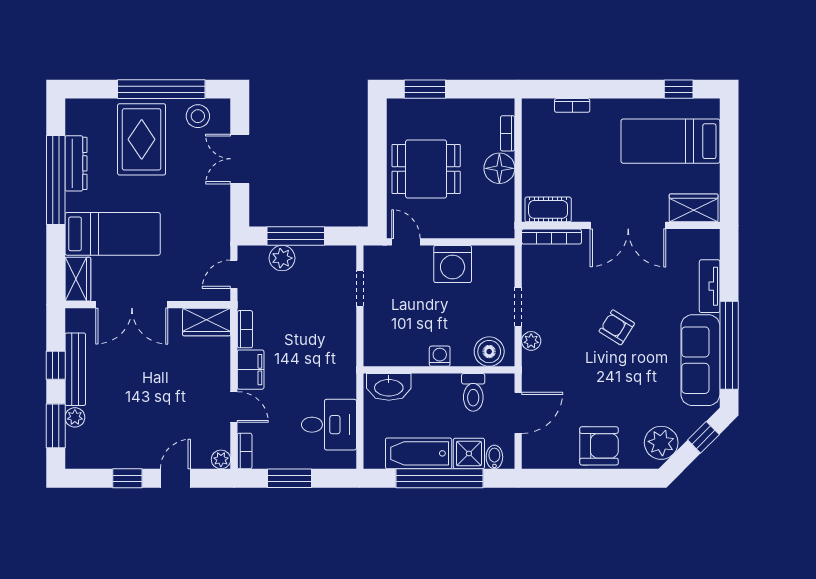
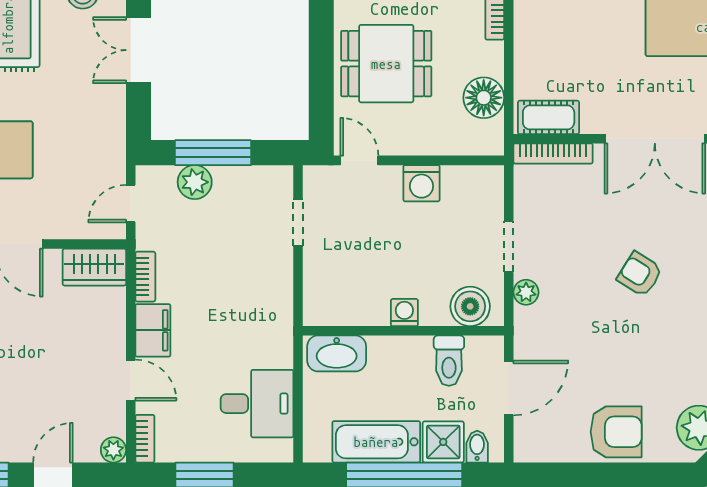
floor lamp: (499, 168) -> (484, 98), moved
washing machine: (453, 264) -> (421, 183), width x0.73, depth x0.73

